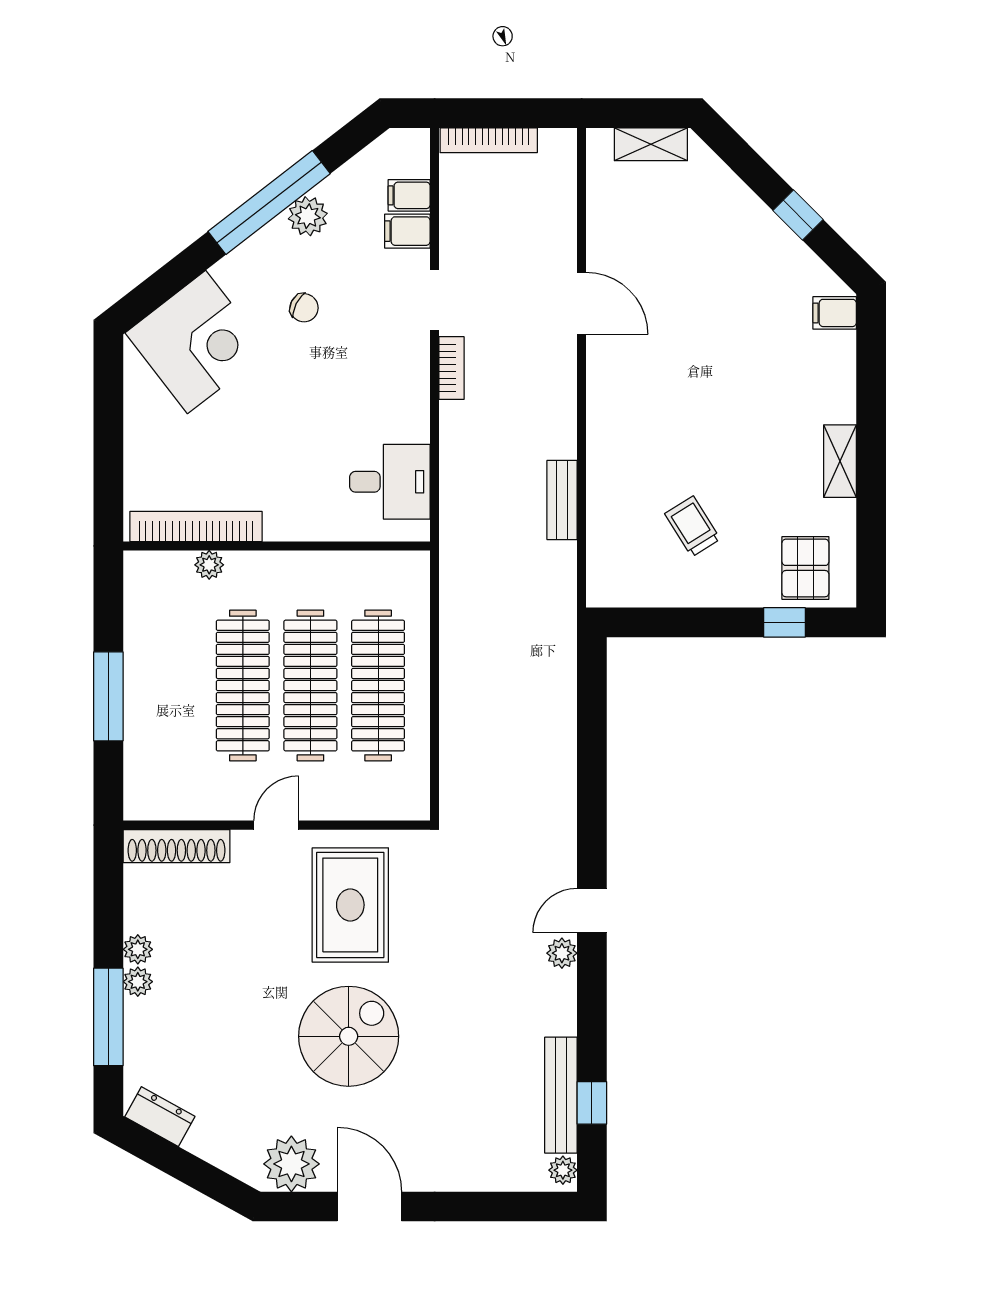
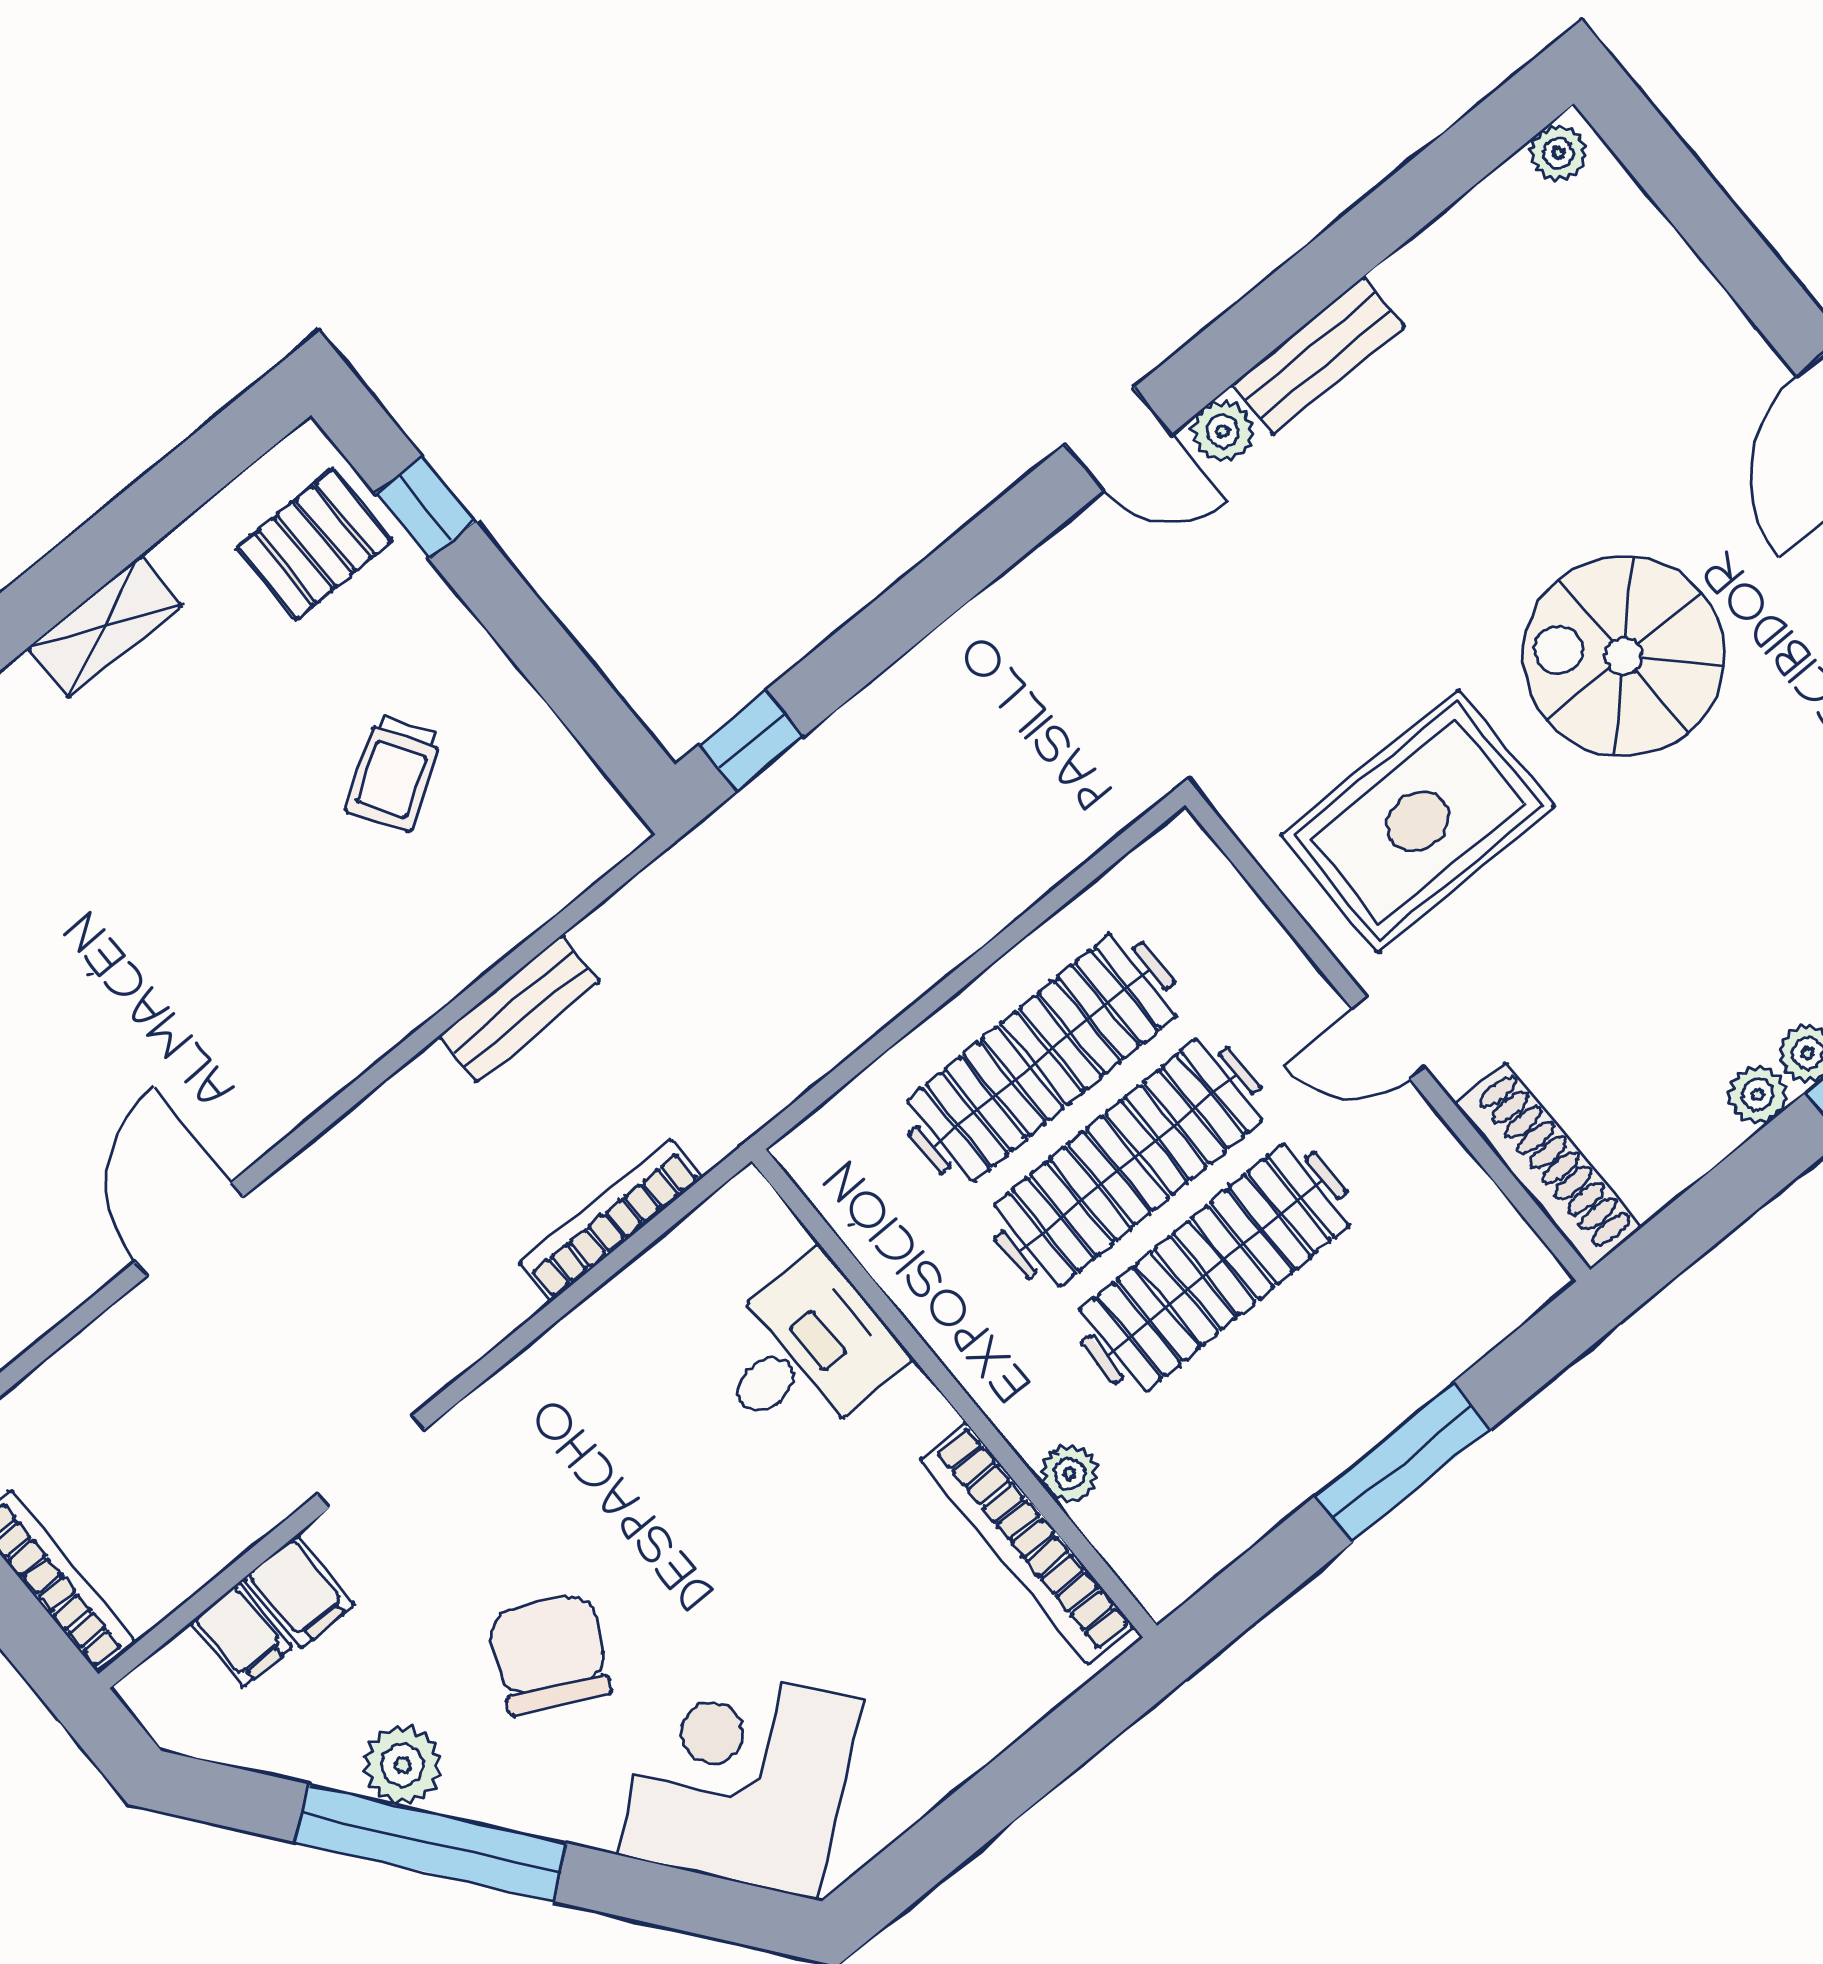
chair: (304, 308) -> (550, 1654), width x1.87, depth x1.87
bookcase: (452, 368) -> (611, 1221), moved, width x1.56
desk: (390, 482) -> (804, 1352), moved, turned 90
bench: (561, 1095) -> (1318, 355), moved, width x0.73
window: (592, 1103) -> (751, 741), moved

